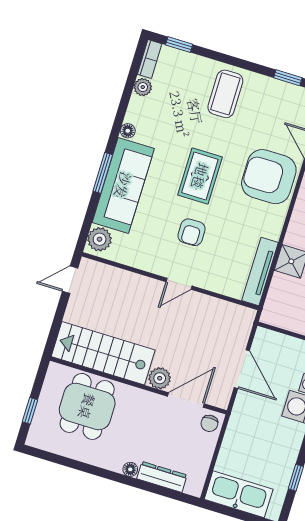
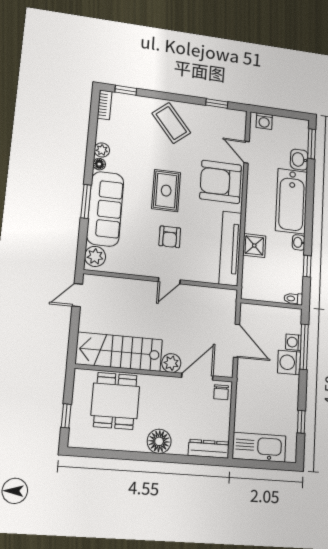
plant: (143, 87) -> (102, 150), moved
coffee table: (225, 94) -> (171, 123), turned -40
tv unit: (260, 272) -> (230, 248), width x1.36, depth x1.29
floor lamp: (130, 469) -> (159, 441), width x1.89, depth x1.89
dresser: (162, 477) -> (209, 449), moved

